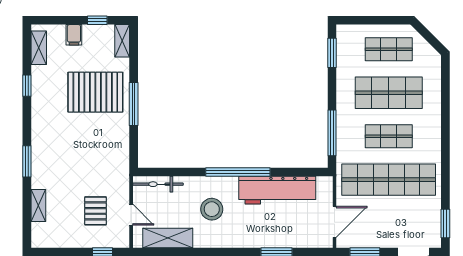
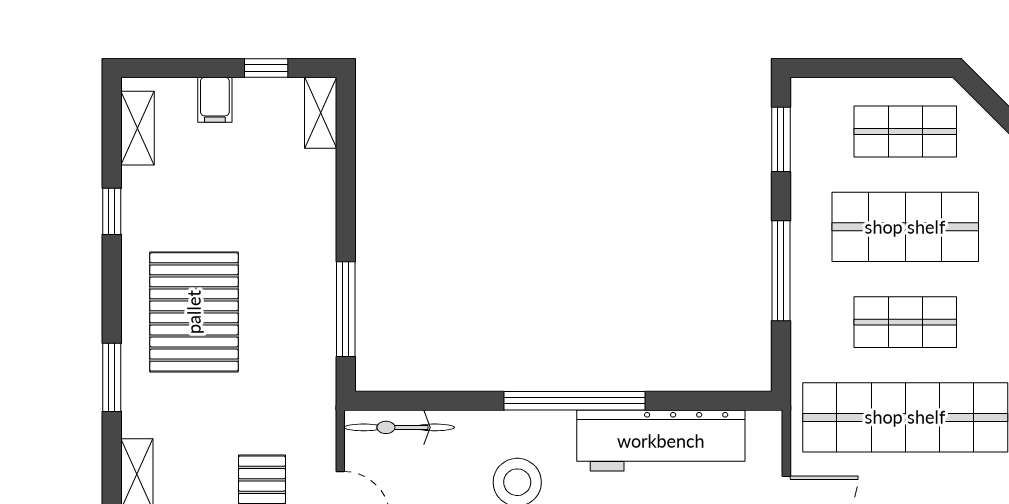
pallet: (95, 92) -> (194, 312), moved, turned 90
window: (134, 104) -> (346, 309), moved
window: (332, 133) -> (781, 271), moved

